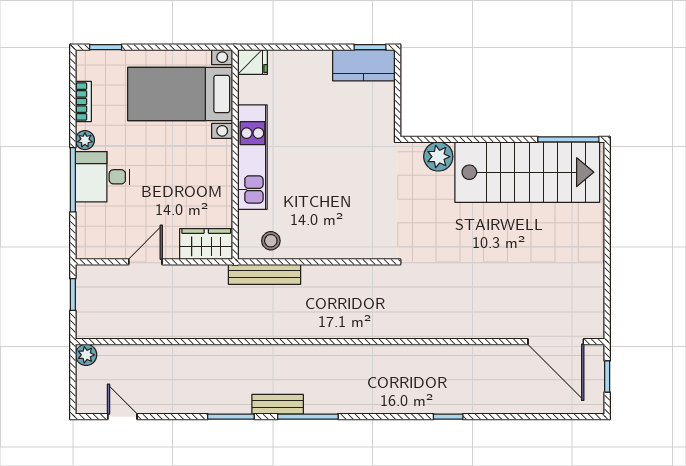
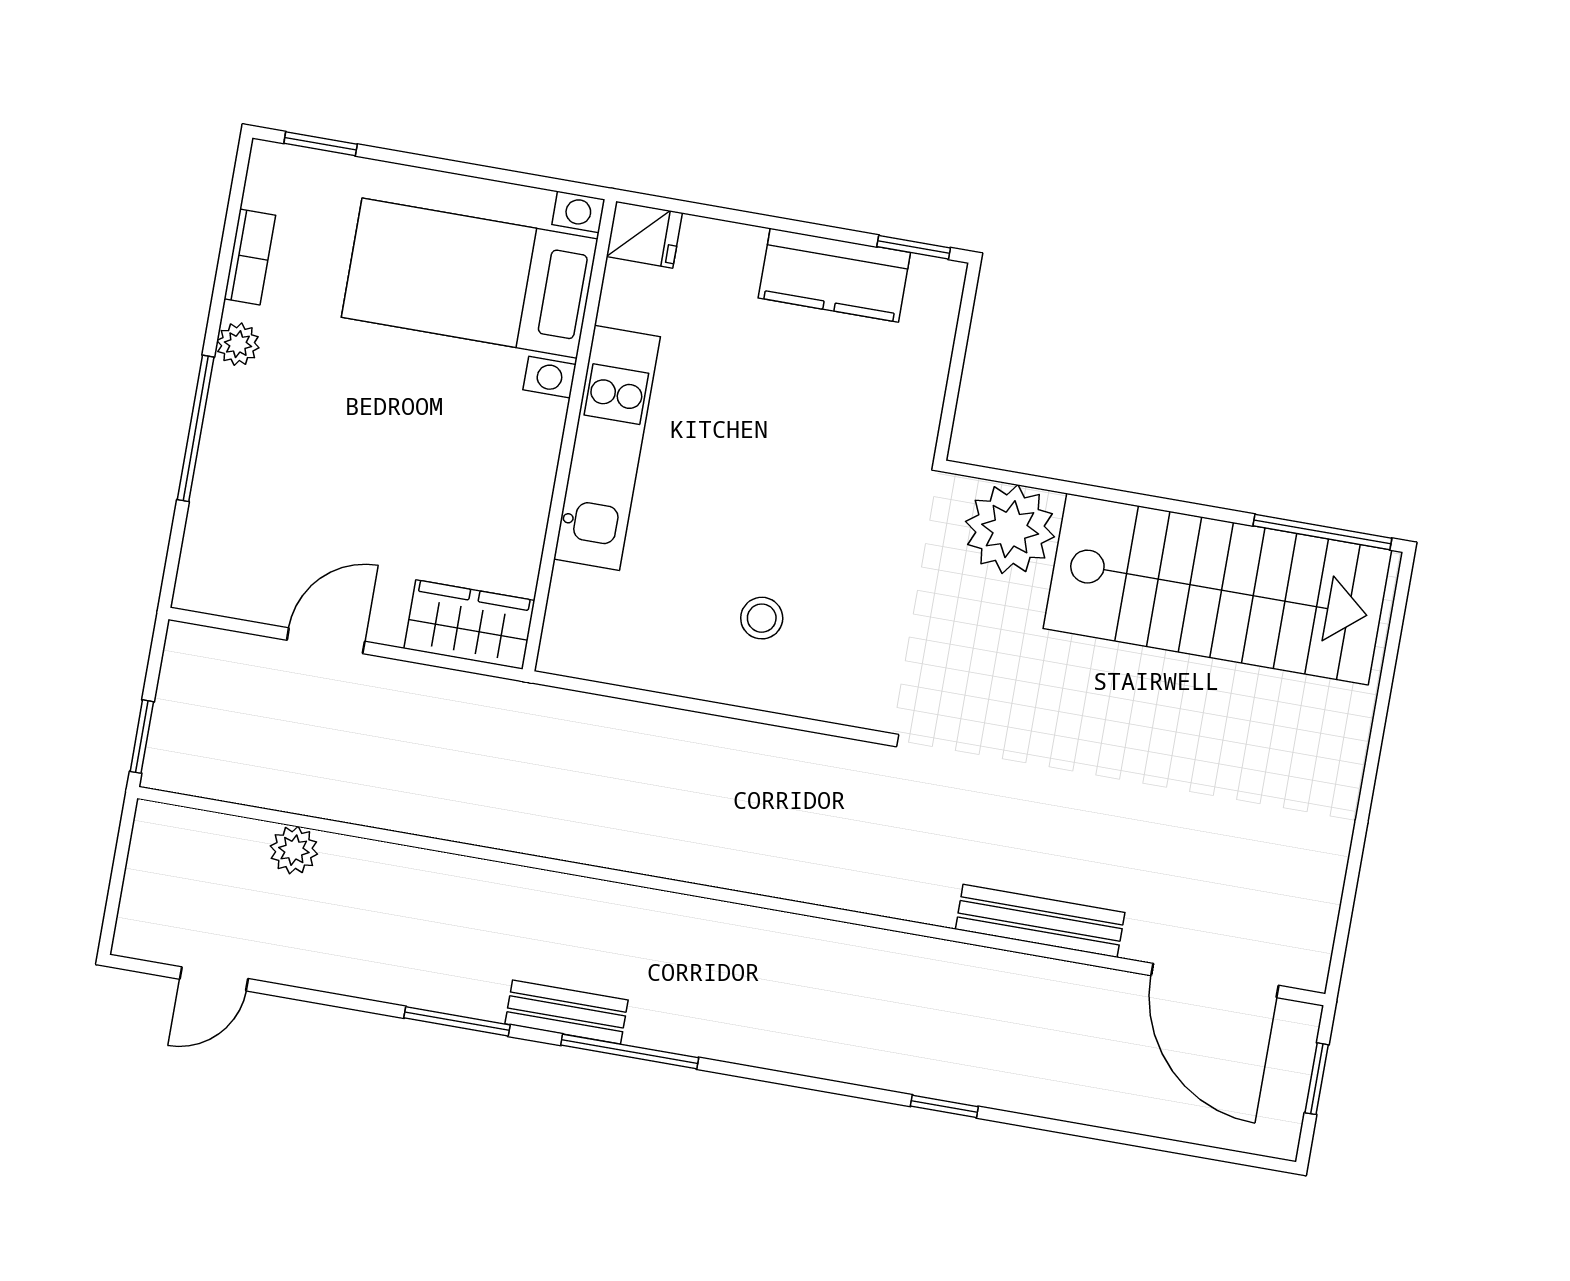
kitchen counter: (364, 65) -> (834, 275), moved
plant: (438, 157) -> (1010, 529), width x1.36, depth x1.36
desk: (103, 177) -> (263, 433), removed
stool: (271, 241) -> (762, 618), moved
bench: (265, 274) -> (1040, 921), moved
window: (73, 295) -> (142, 737), moved
plant: (86, 355) -> (294, 850), moved
door: (122, 417) -> (214, 979), swing flipped

